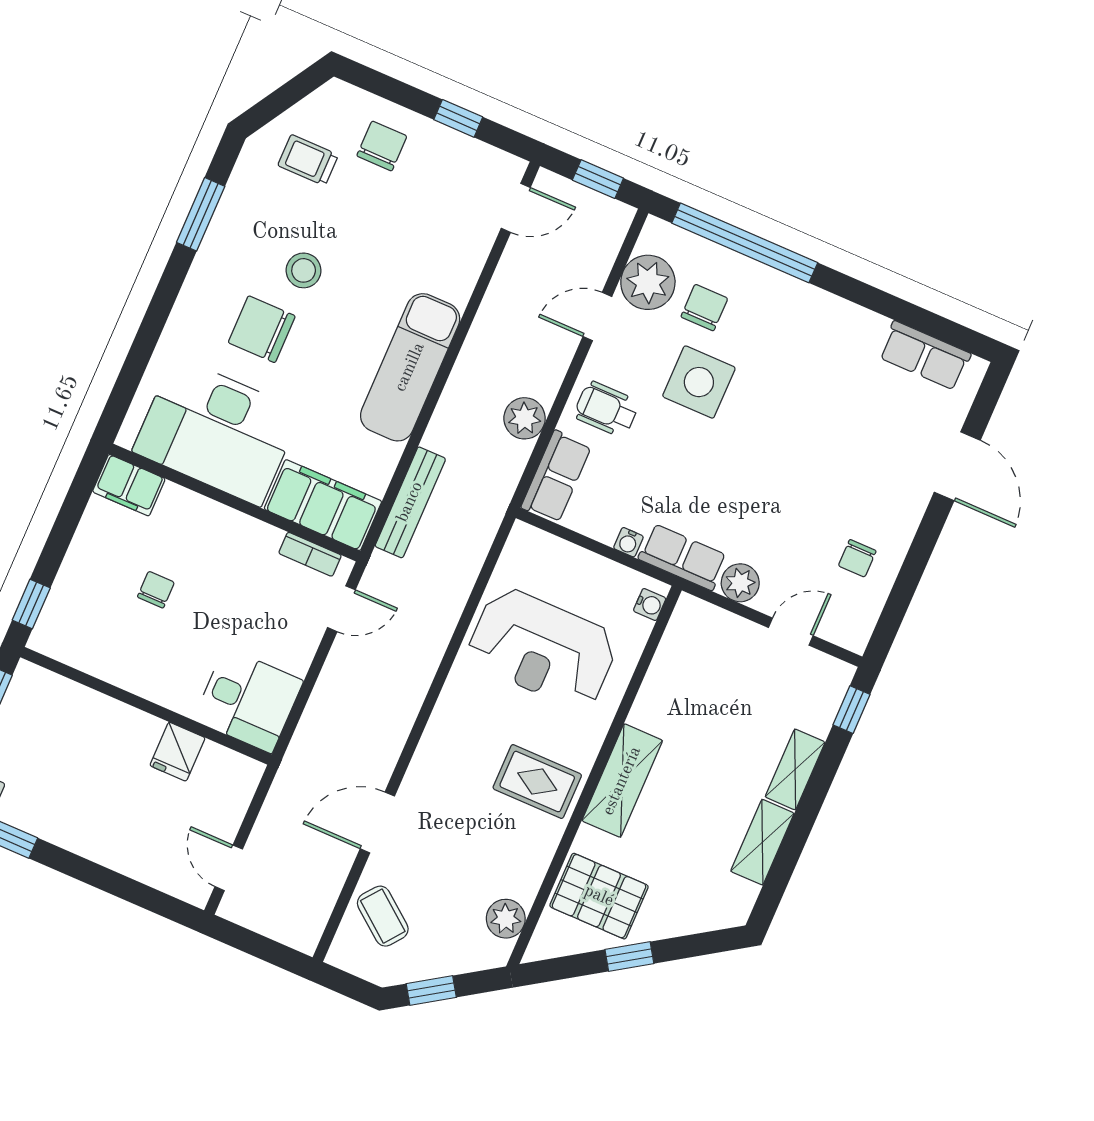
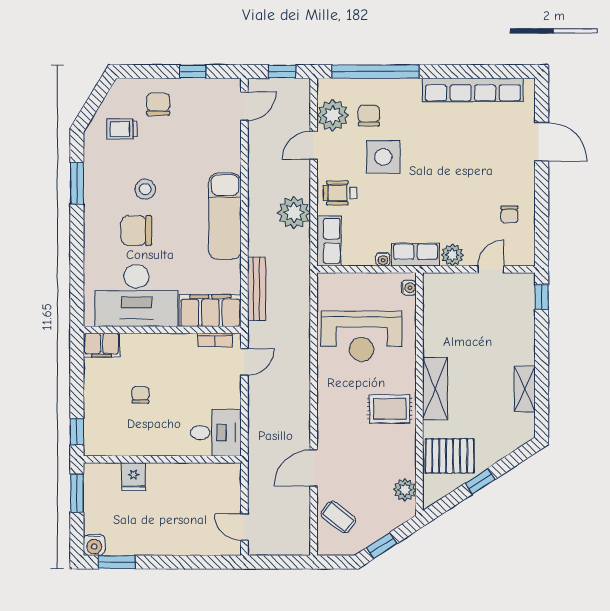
row of seats: (925, 355) -> (473, 90), width x2.02
plant: (525, 418) -> (294, 213), width x1.36, depth x1.36
fridge: (177, 752) -> (134, 477), moved
shelving: (795, 769) -> (525, 342), removed

